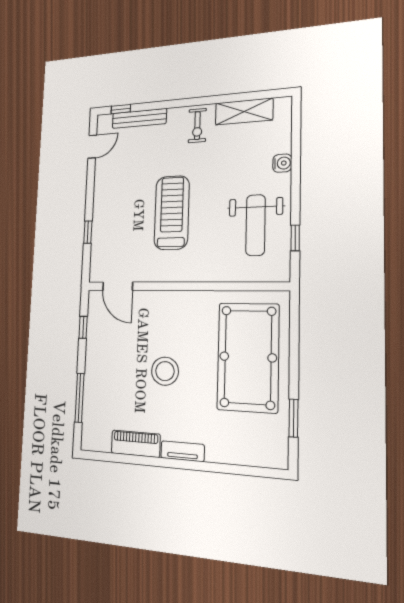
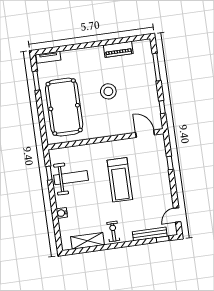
weight bench: (256, 225) -> (71, 178), turned 90
tv unit: (182, 451) -> (48, 57), moved

